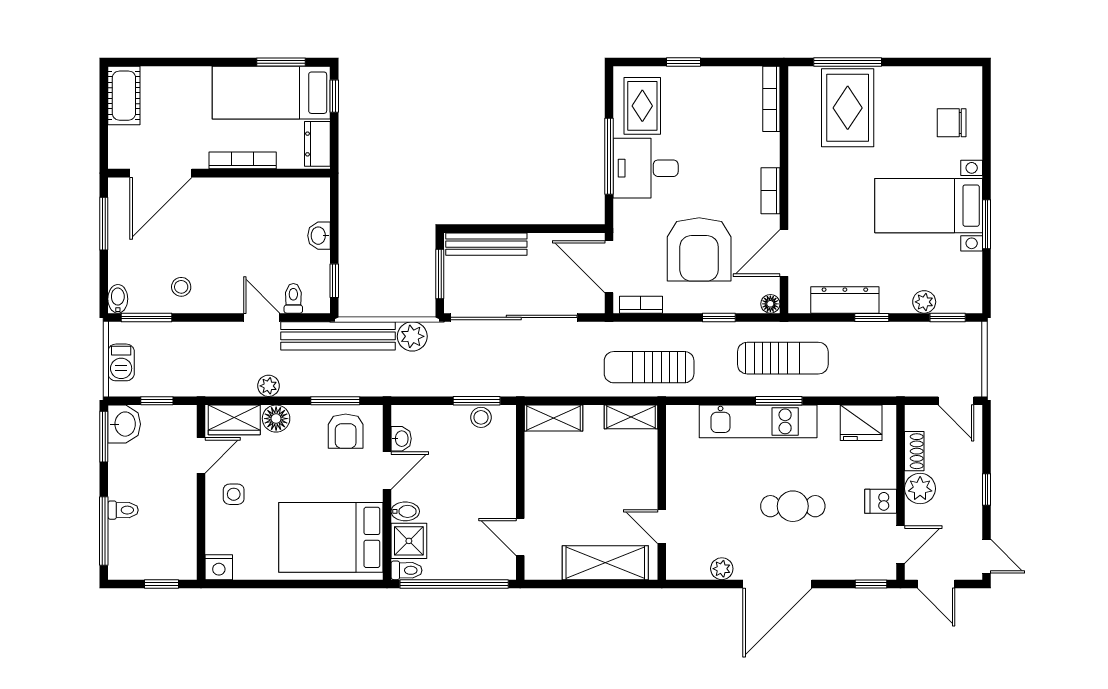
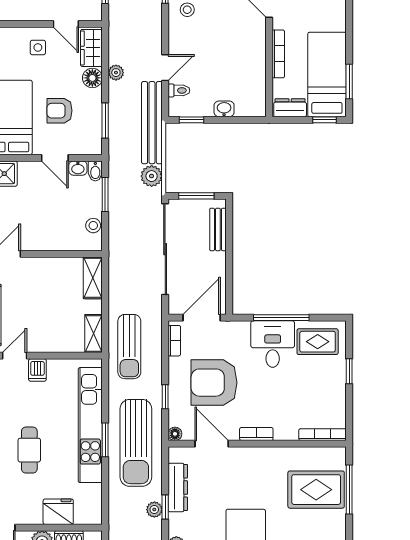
bench: (486, 244) -> (218, 229), width x0.73
plant: (875, 333) -> (154, 510), added
sun lounger: (783, 358) -> (136, 443), width x1.36, depth x1.34
sun lounger: (649, 367) -> (129, 347), turned 180
window: (477, 401) -> (105, 194), moved
kitchen unit: (758, 421) -> (90, 425), width x1.36
fridge: (861, 423) -> (58, 512), moved, turned 90
armchair: (346, 431) -> (60, 111), moved
dishwasher: (881, 501) -> (37, 370), moved, turned 180
bidet: (405, 511) -> (95, 171), moved

